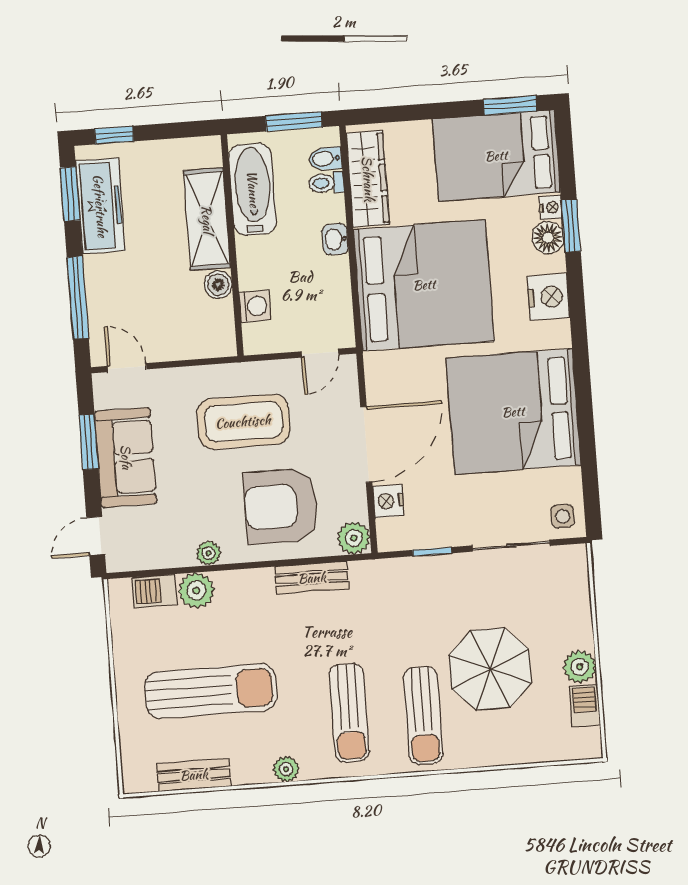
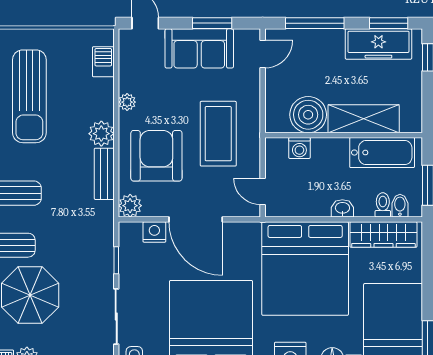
boiler: (218, 285) -> (308, 115), width x1.86, depth x1.86
plant: (196, 590) -> (101, 134), moved

